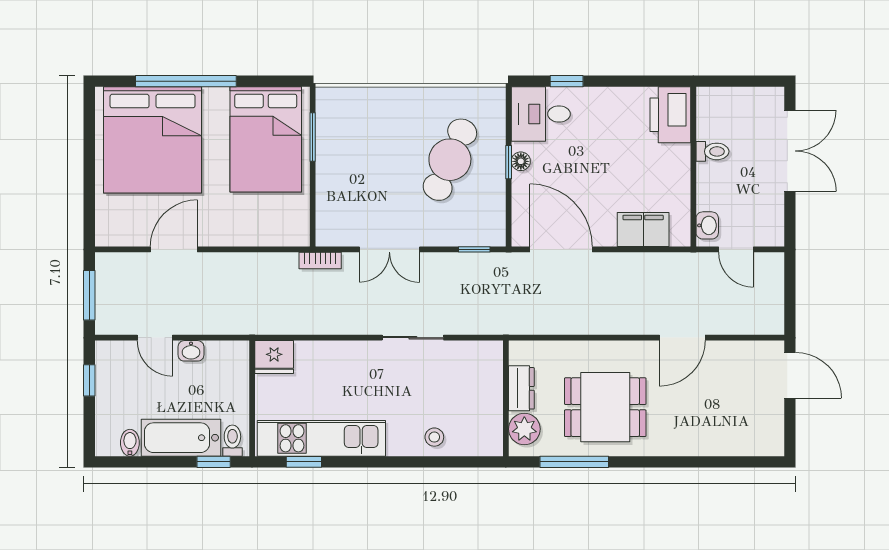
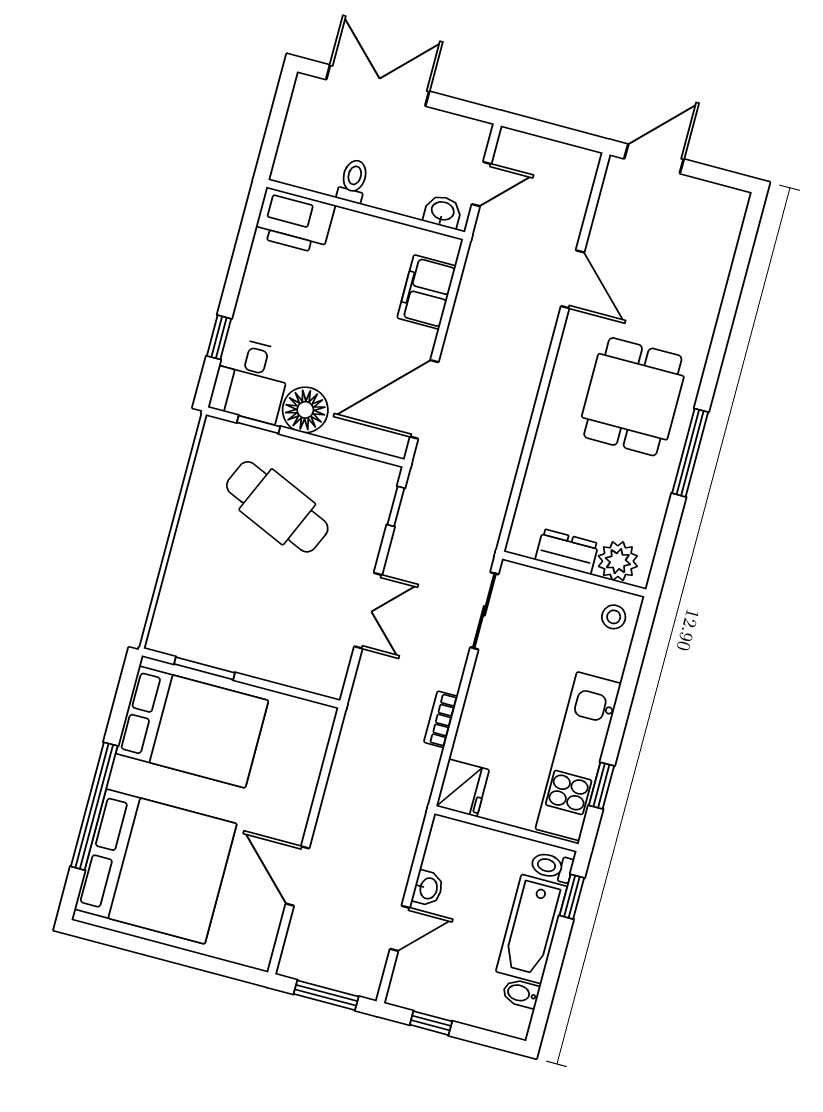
floor lamp: (521, 161) -> (305, 410), width x1.89, depth x1.89
window: (509, 162) -> (259, 425), moved
bookcase: (320, 261) -> (441, 719), moved, turned 180
dresser: (521, 388) -> (567, 552), moved
wall: (506, 398) -> (574, 574), moved
plant: (524, 429) -> (618, 561), moved

